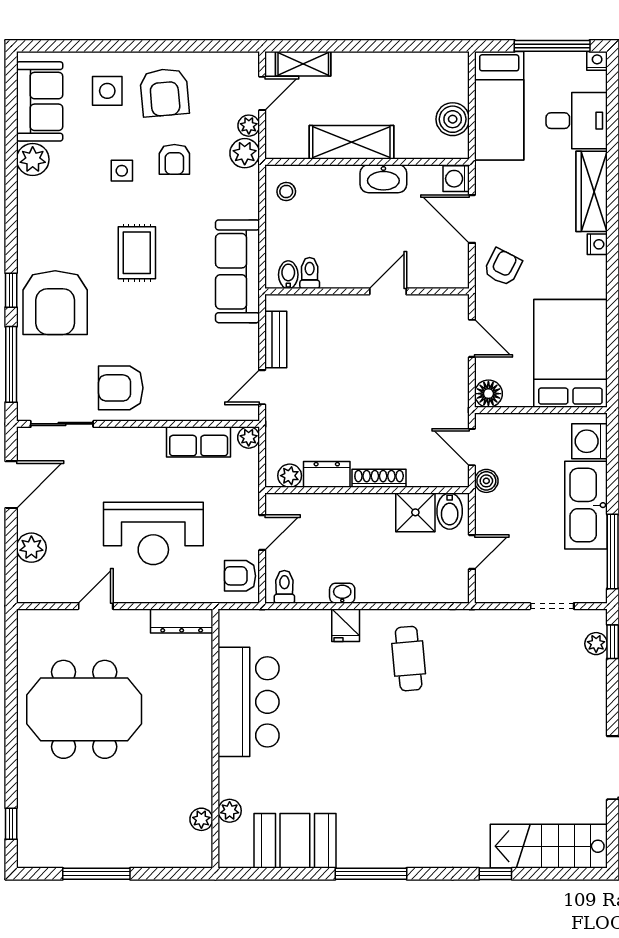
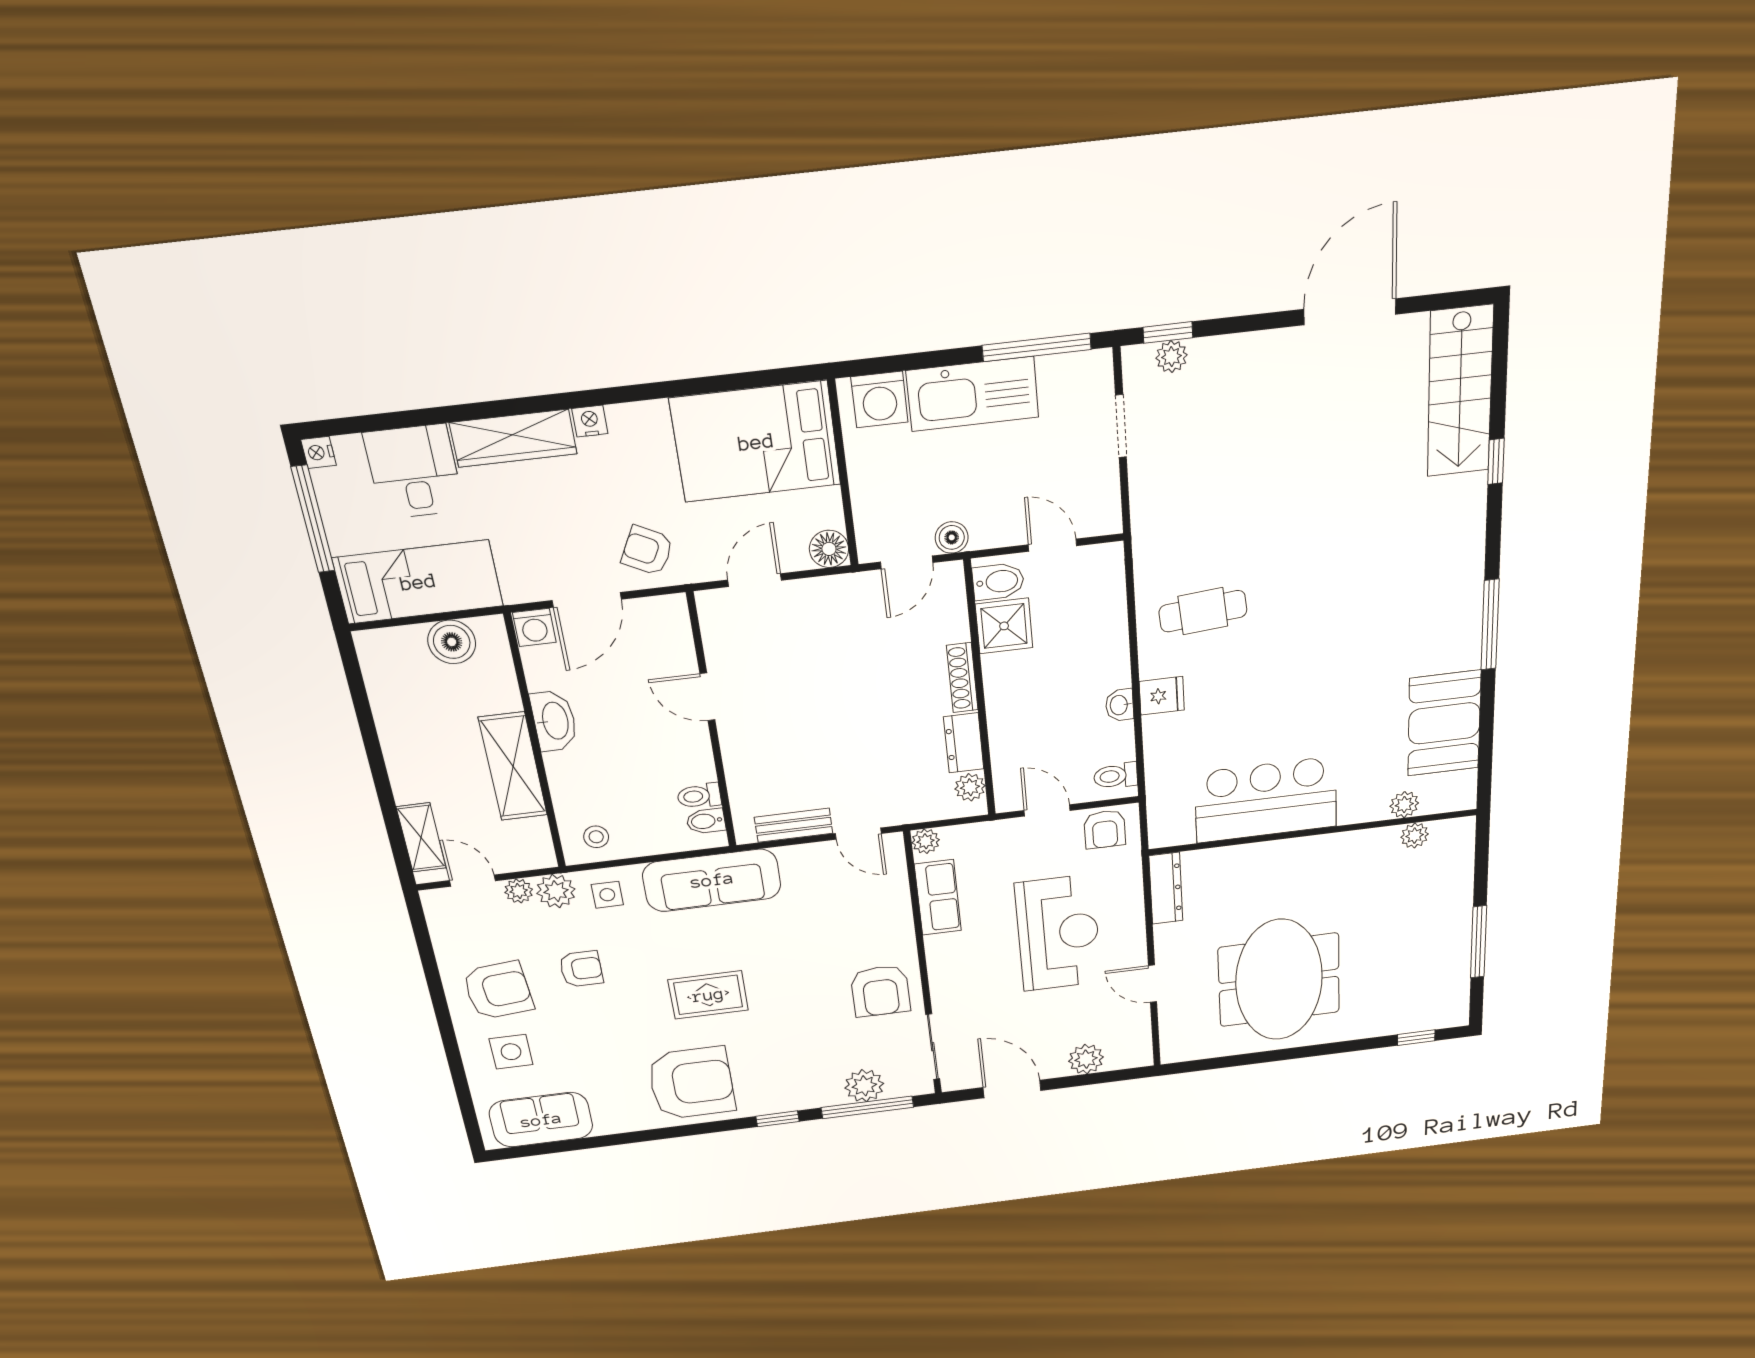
plant: (33, 159) -> (864, 1086), moved
side table: (122, 171) -> (607, 895), moved
armchair: (55, 303) -> (691, 1083), moved

